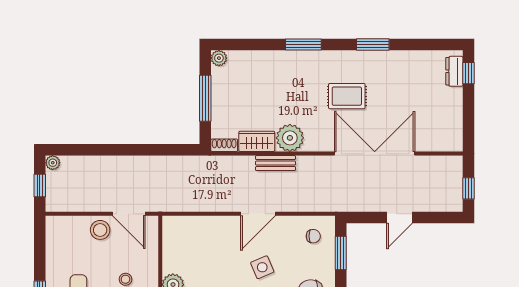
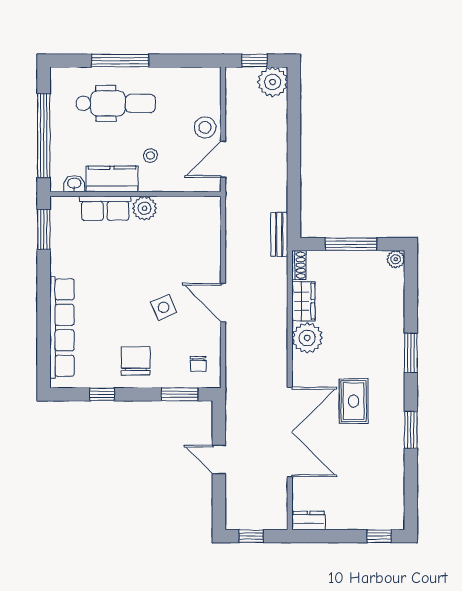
dresser: (454, 71) -> (309, 520), moved
plant: (53, 163) -> (273, 82), width x1.87, depth x1.87
bench: (275, 163) -> (279, 234), moved

